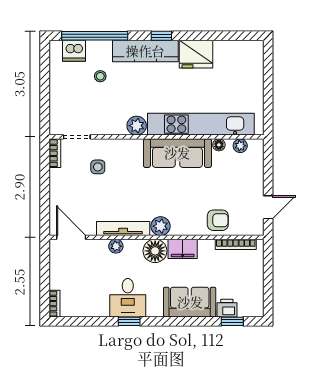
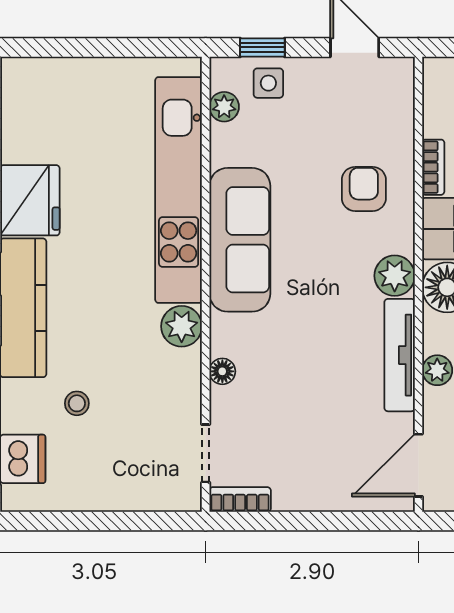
floor lamp: (219, 145) -> (222, 371), moved
window: (268, 164) -> (262, 47), added
side table: (98, 167) -> (268, 83), moved
armchair: (218, 220) -> (364, 189), moved
bookcase: (236, 244) -> (433, 167), moved, width x0.64

